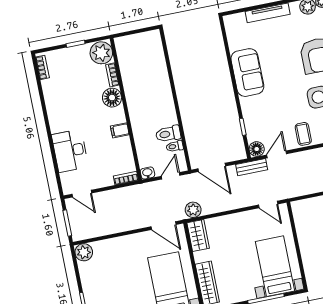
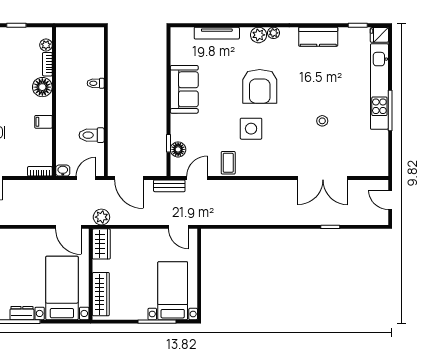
plant: (101, 53) -> (46, 45), width x0.53, depth x0.53
toilet: (175, 146) -> (96, 83), moved
floor lamp: (257, 149) -> (178, 149), moved

